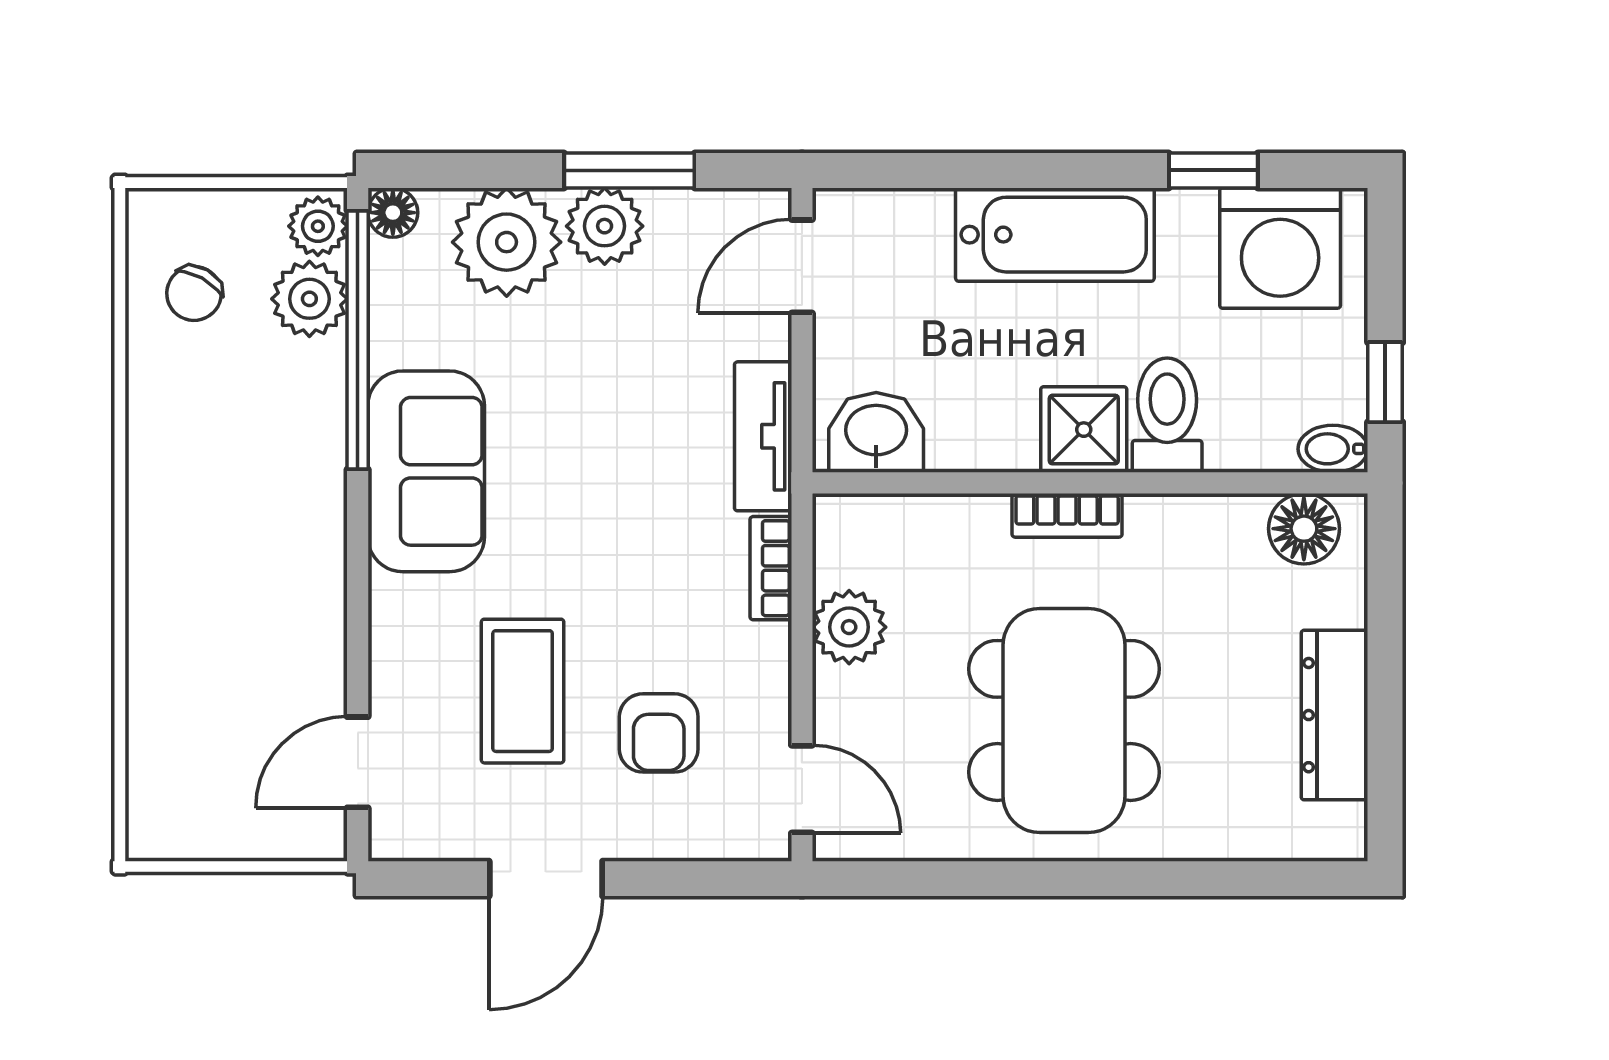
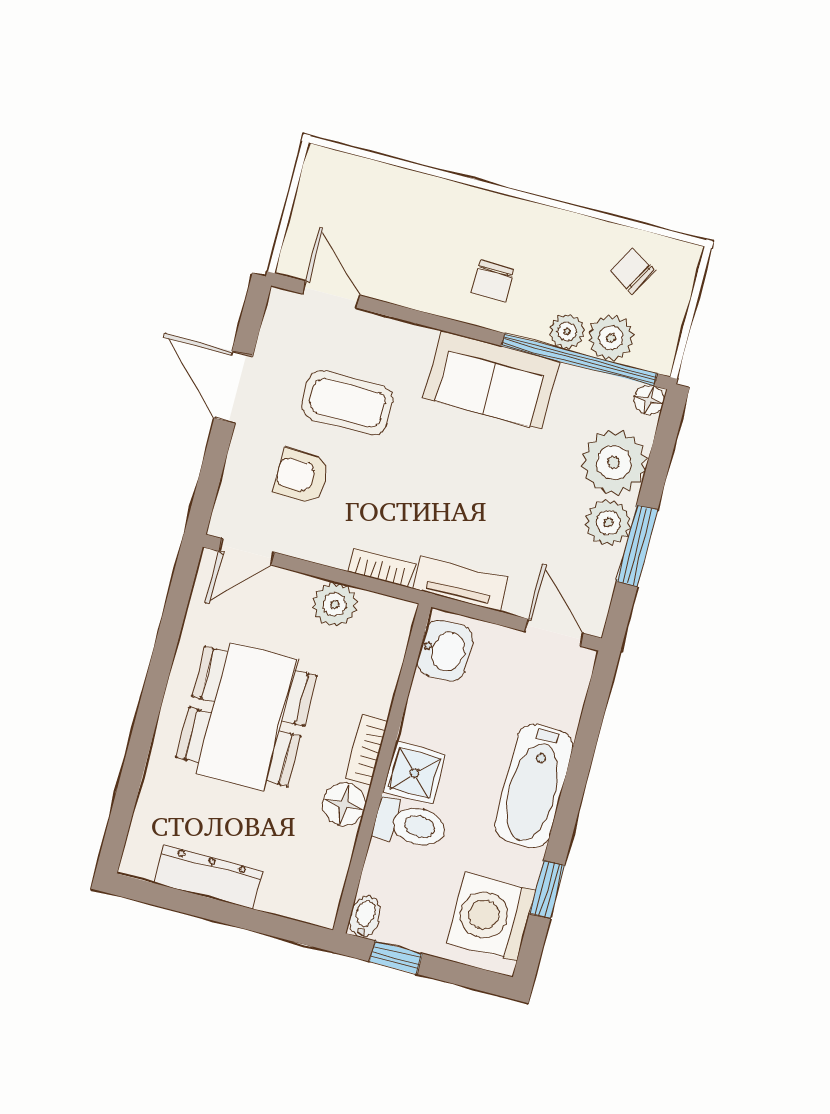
plant: (318, 226) -> (567, 331), moved
chair: (269, 511) -> (493, 281), added
floor lamp: (1304, 529) -> (344, 804), moved
dining table: (1064, 720) -> (247, 717), turned 90

